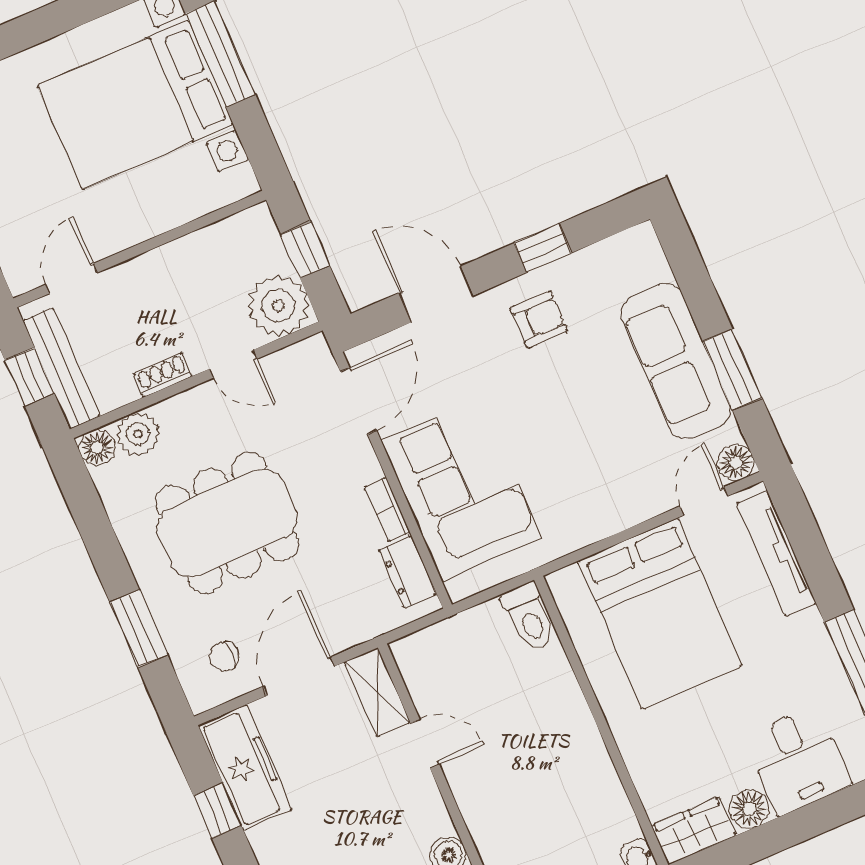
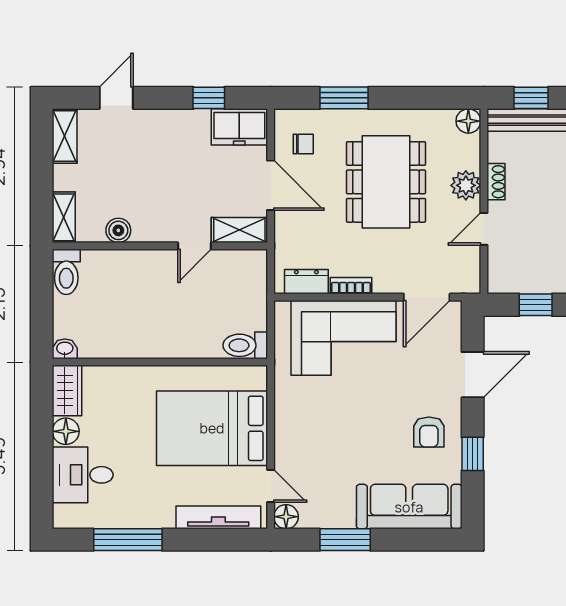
plant: (278, 305) -> (508, 273), removed
sofa: (676, 361) -> (409, 507), moved
door: (359, 401) -> (427, 297), hinge flipped
plant: (138, 434) -> (466, 185), moved
chair: (224, 656) -> (303, 144), turned 90
freezer: (245, 767) -> (239, 127), width x0.71

